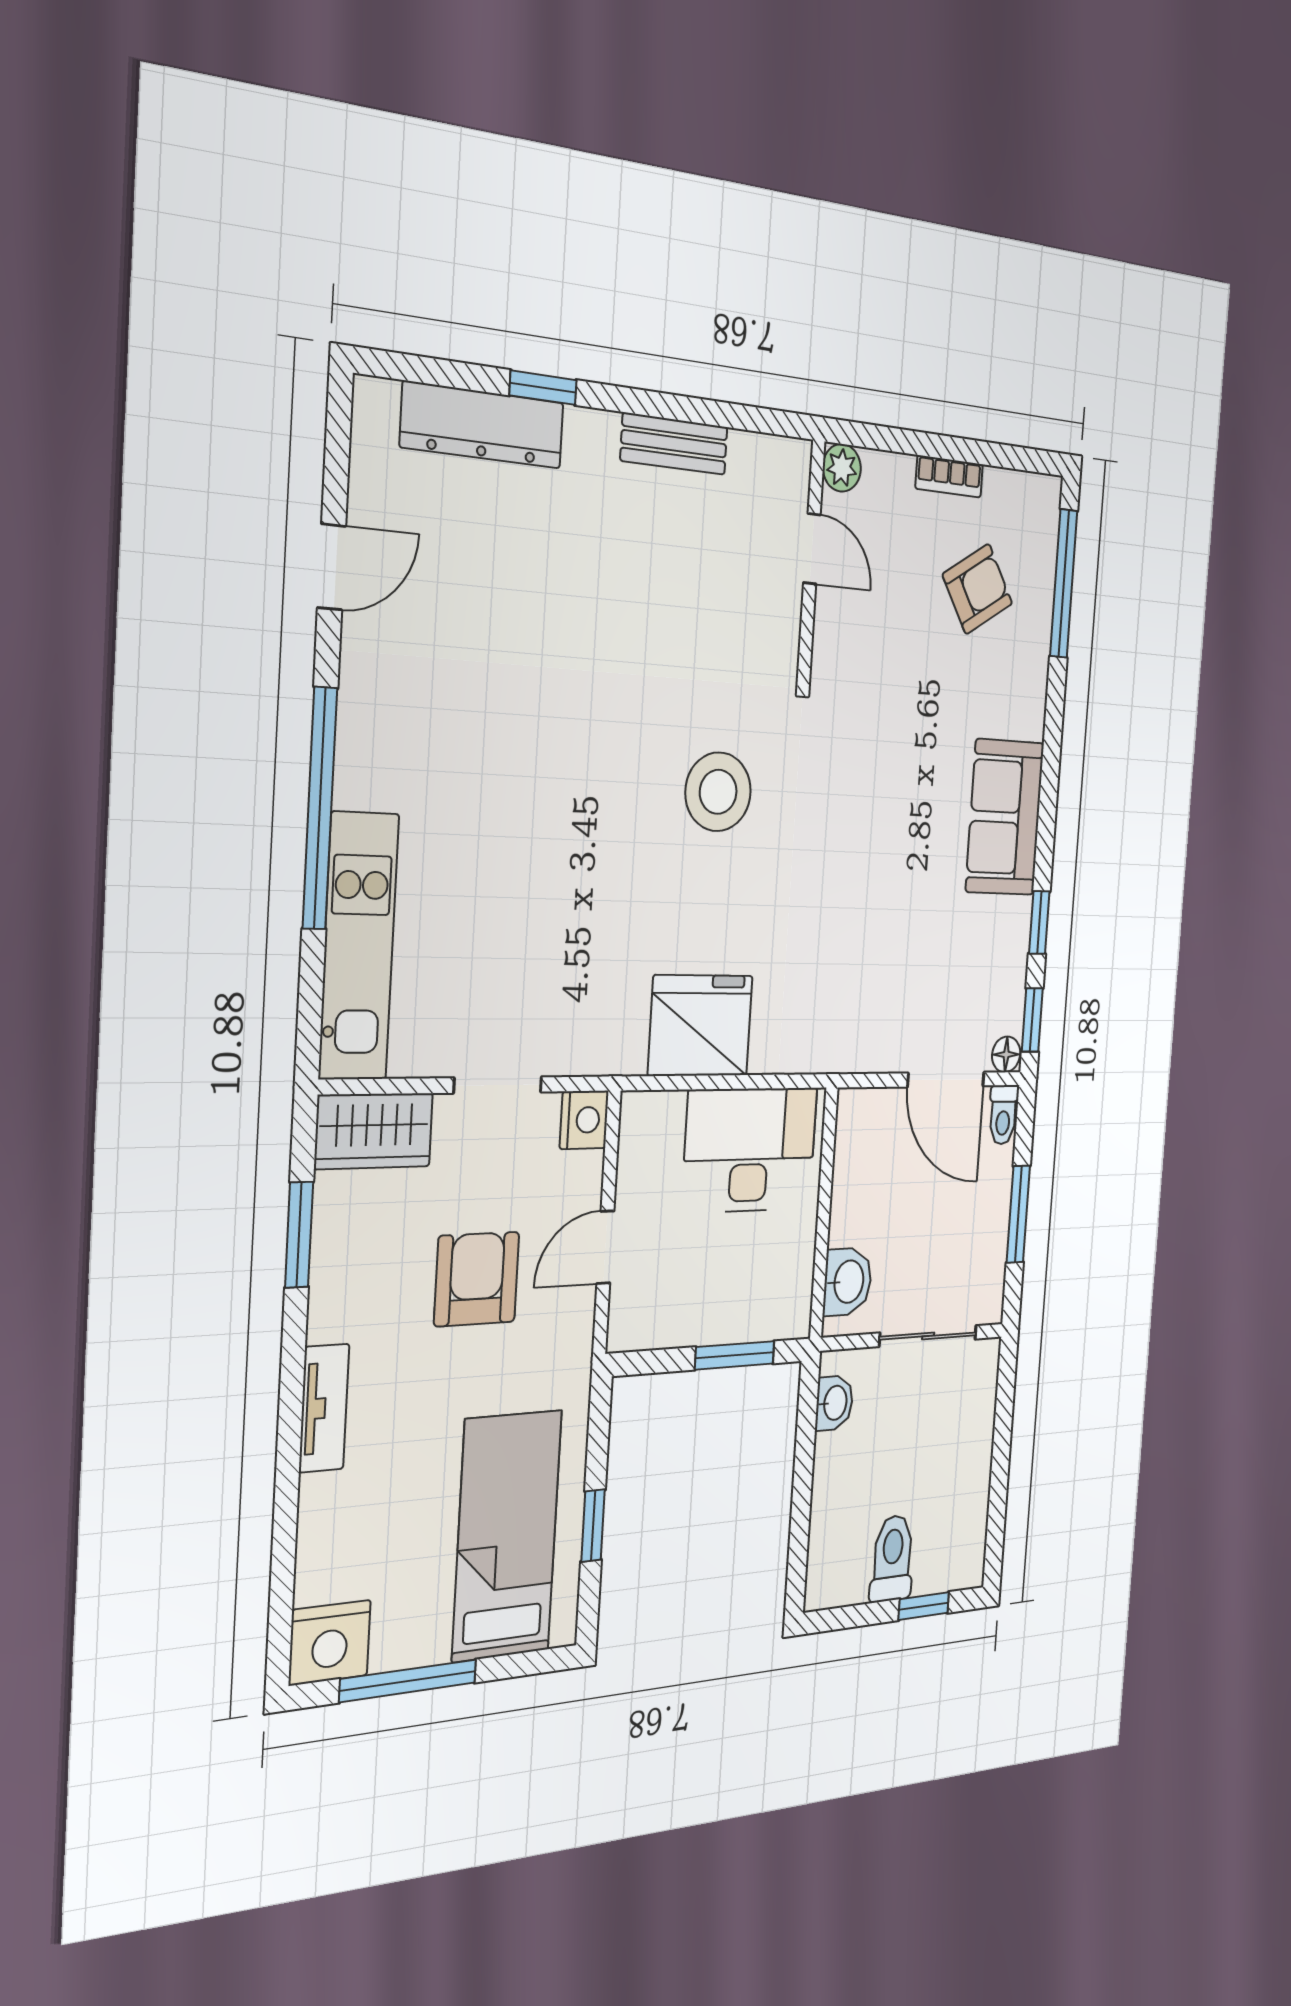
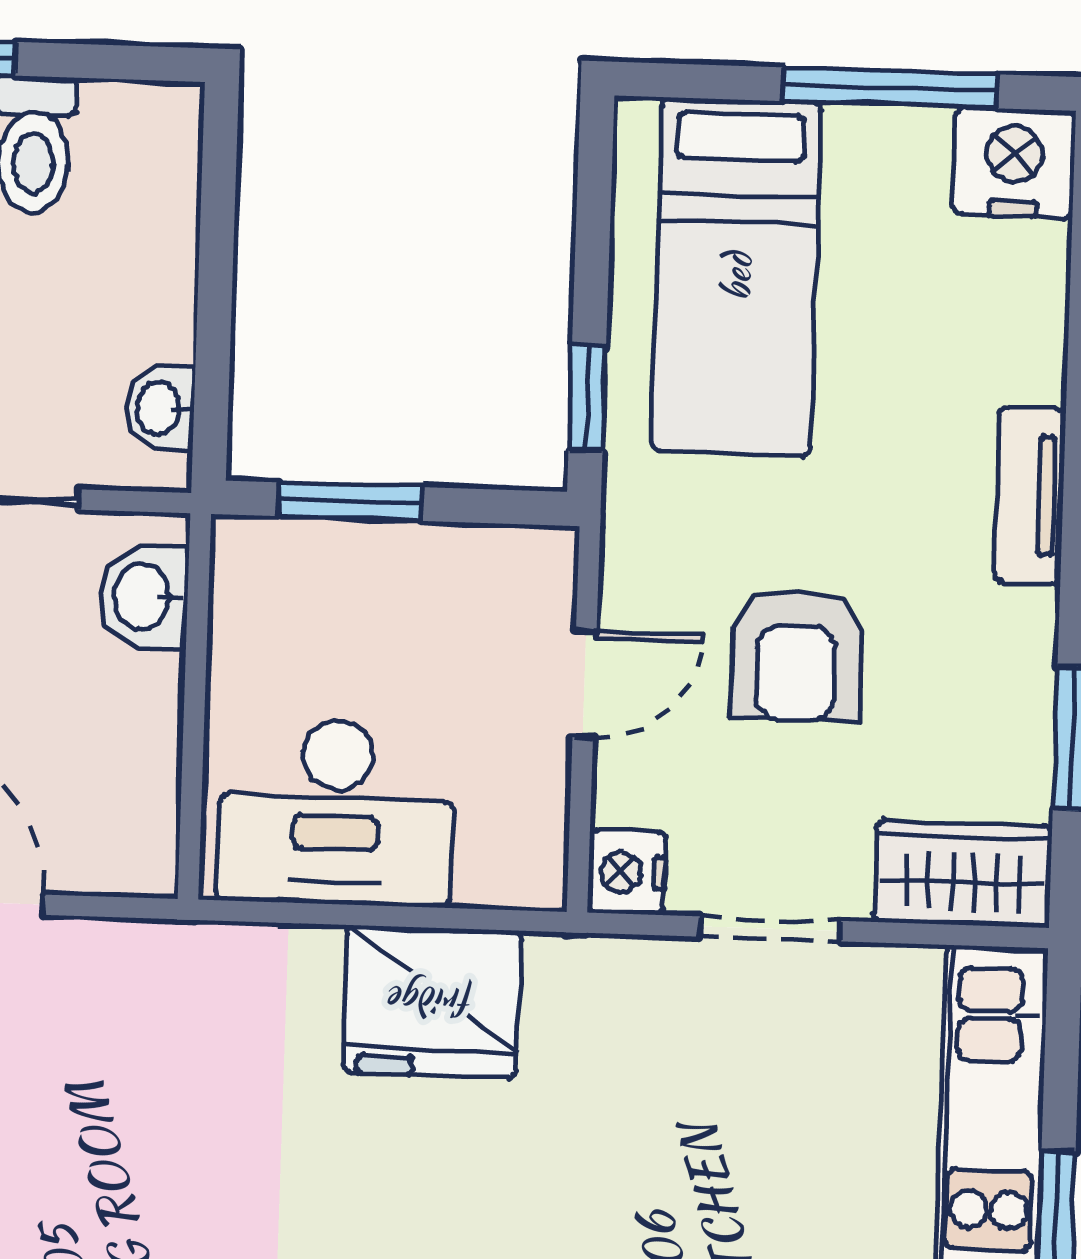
window: (593, 1526) -> (587, 398), moved

